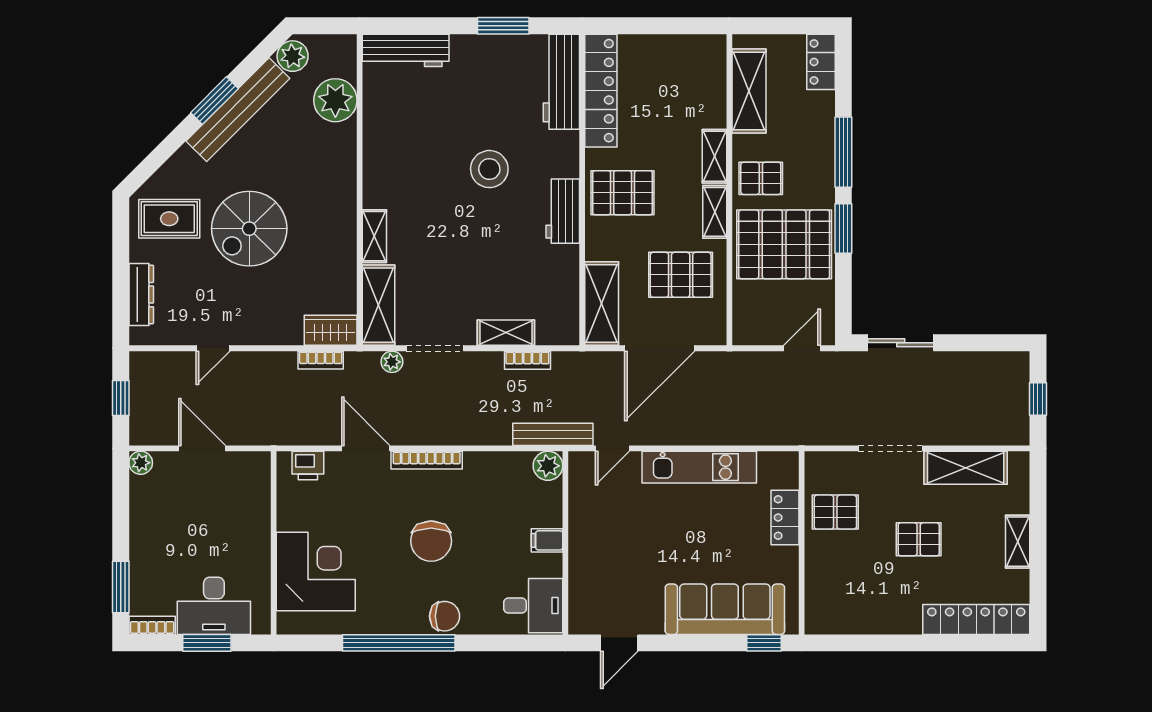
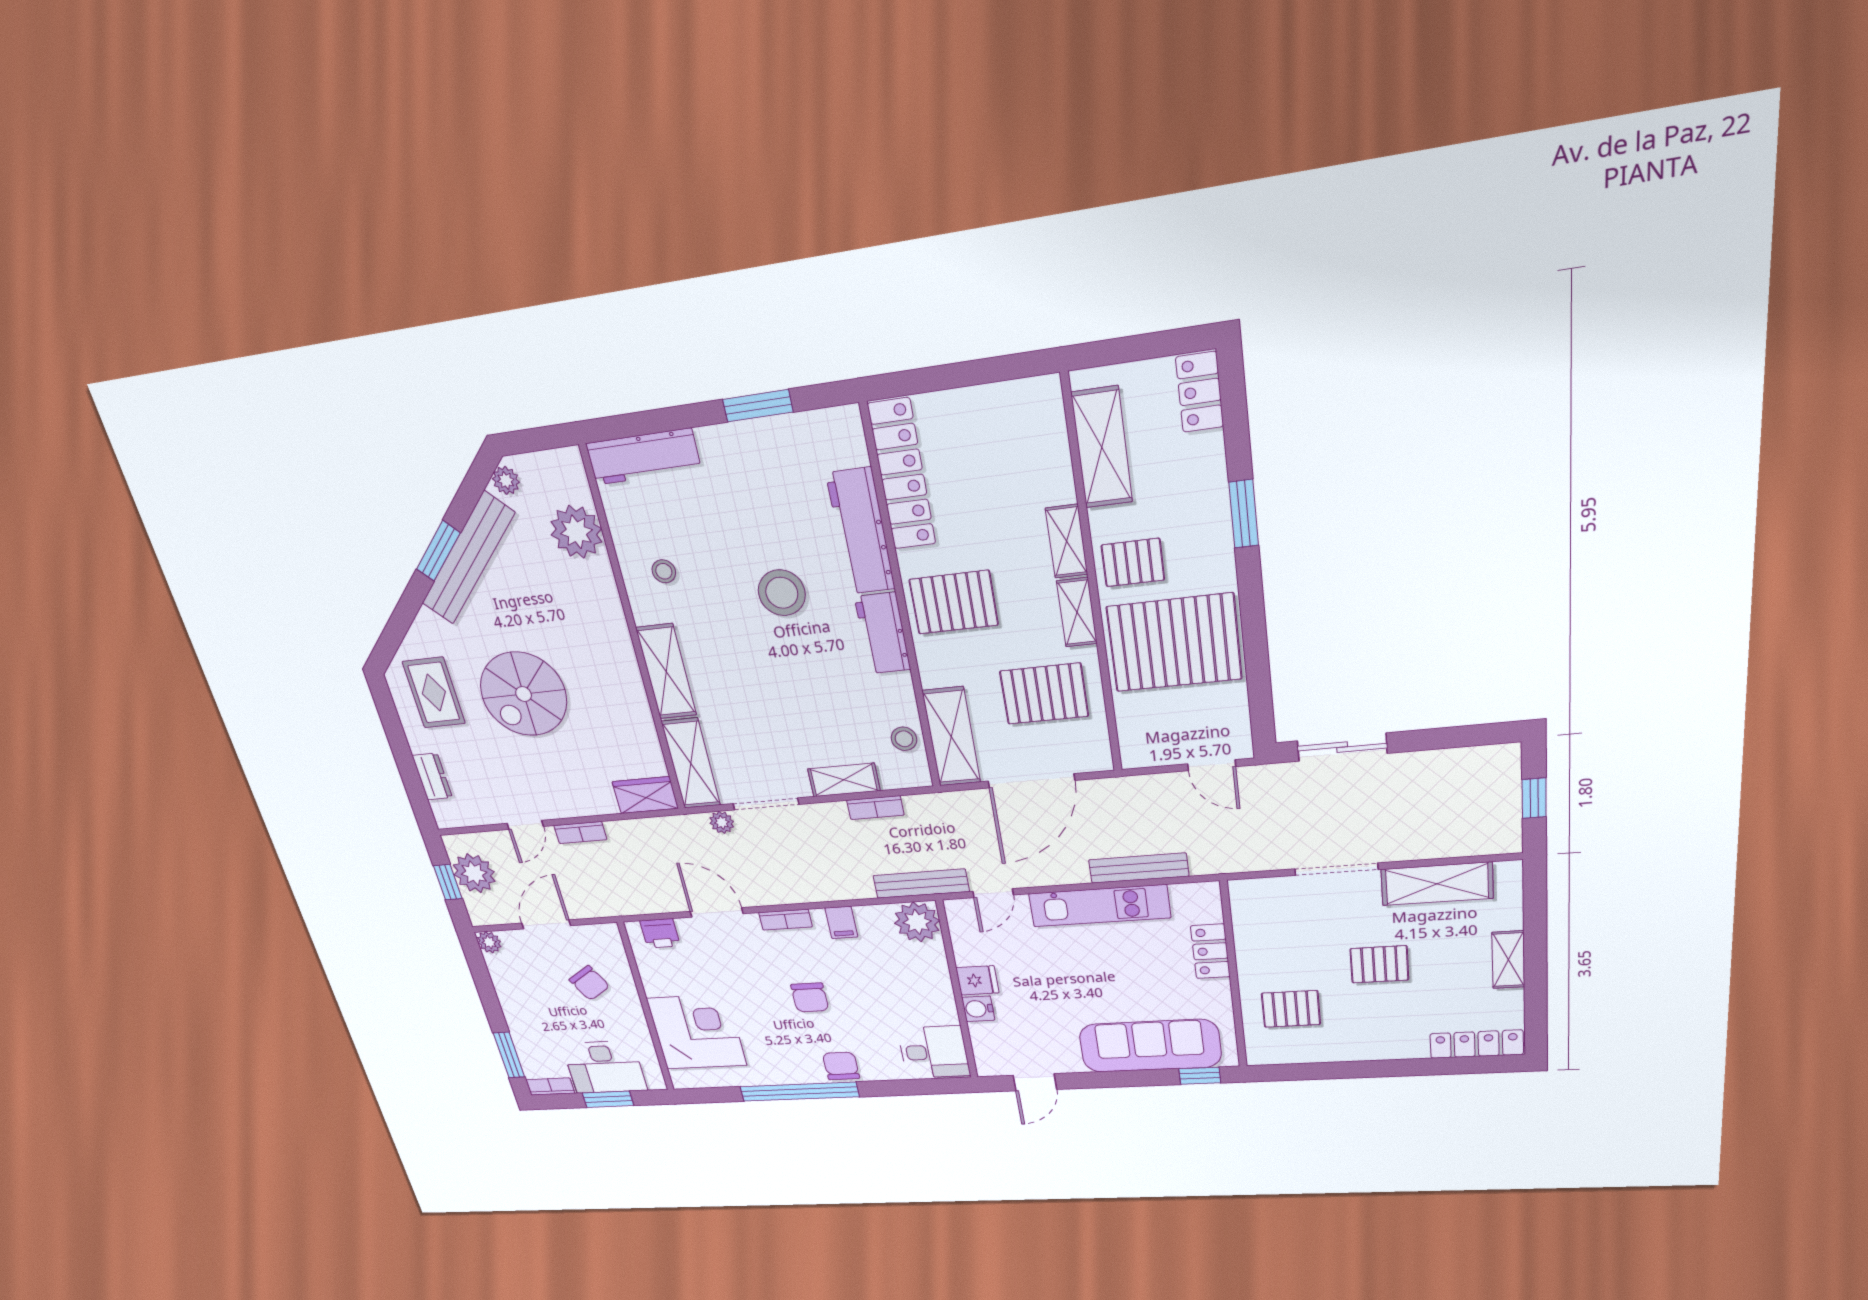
plant: (293, 56) -> (506, 480), width x0.73, depth x0.73
workbench: (561, 82) -> (861, 531), moved
stool: (398, 140) -> (664, 571), added
window: (843, 152) -> (1244, 514), width x0.69
rug: (169, 219) -> (434, 693), turned 90
window: (843, 228) -> (1253, 614), removed
shelving: (374, 236) -> (666, 672), width x1.50, depth x1.33
dresser: (141, 295) -> (432, 777), width x0.70
stool: (563, 301) -> (904, 739), added
door: (802, 348) -> (1212, 765), swing flipped
bookcase: (321, 360) -> (580, 832), moved
plant: (149, 391) -> (474, 873), added
bench: (735, 434) -> (1139, 868), added
door: (202, 448) -> (546, 924), hinge flipped
bookcase: (427, 460) -> (785, 920), width x0.64
plant: (548, 466) -> (917, 922), width x1.36, depth x1.36
chair: (226, 512) -> (589, 983), added
pallet: (835, 512) -> (1291, 1009), moved
fridge: (585, 533) -> (977, 980), added
filing cabinet: (547, 540) -> (841, 922), moved, turned -90
chair: (431, 541) -> (810, 997), width x0.73, depth x0.73
water cooler: (581, 562) -> (978, 1009), added
chair: (445, 616) -> (841, 1066), turned -90
locker: (976, 619) -> (1477, 1044), width x0.71, depth x0.83

